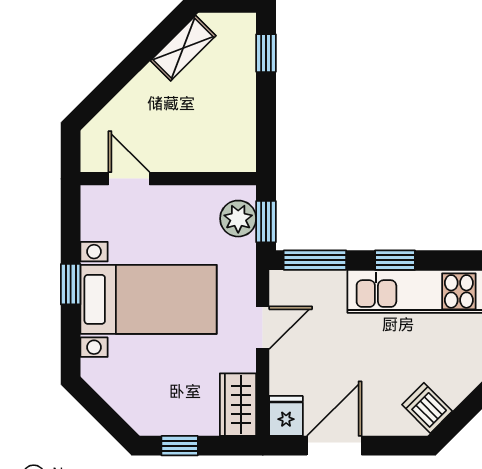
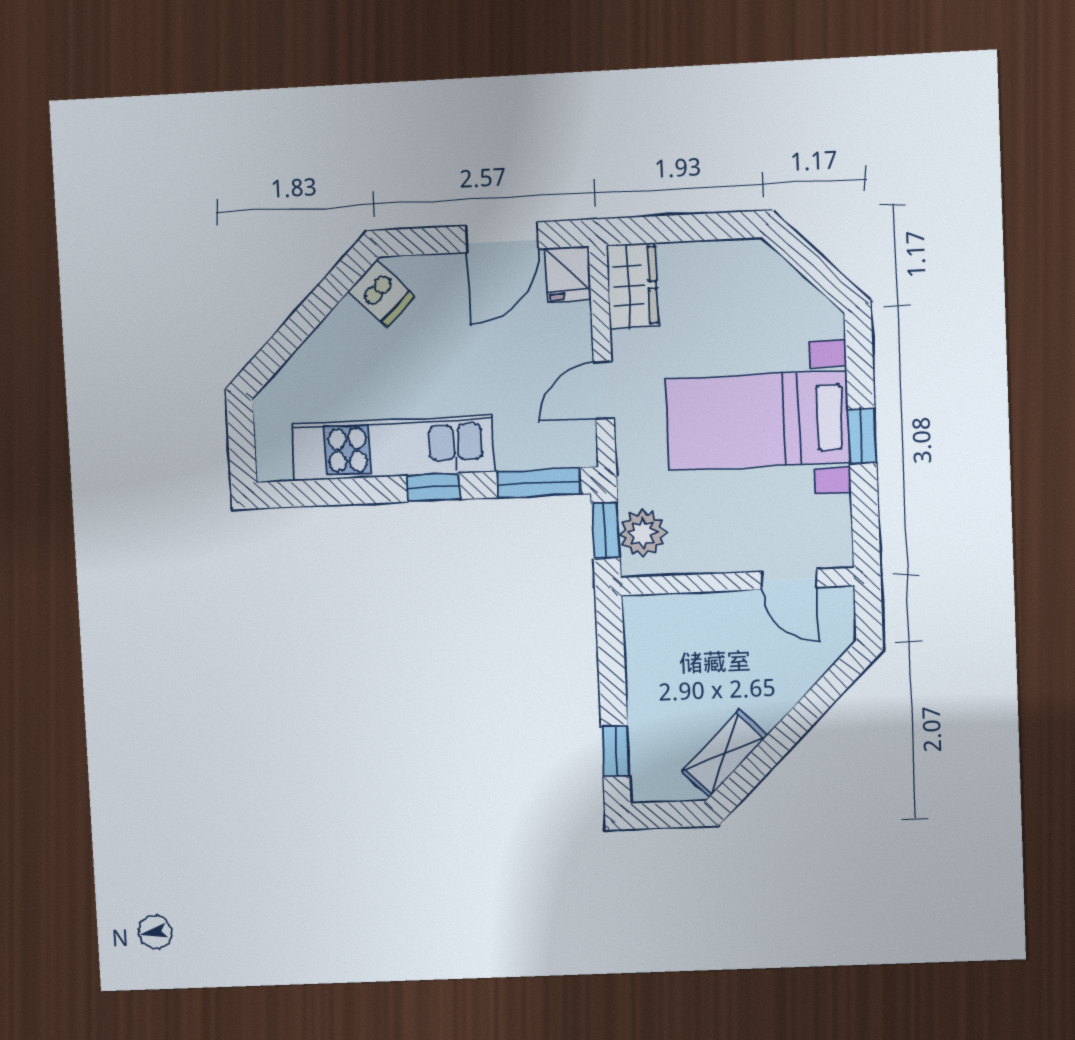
window: (180, 446) -> (708, 227), removed

